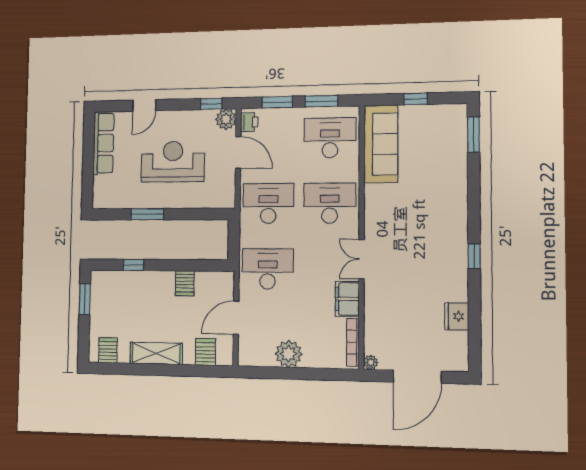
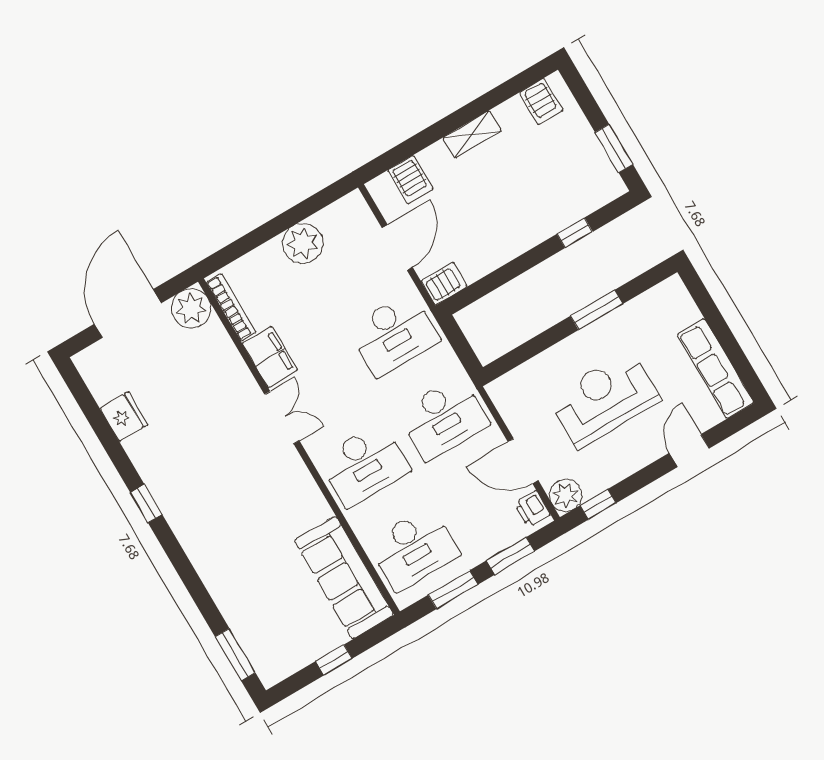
reception desk: (173, 162) -> (604, 399), turned 180
server rack: (185, 283) -> (444, 284), moved, turned 90
shelving: (156, 353) -> (472, 134), width x0.67, depth x0.75
plant: (371, 362) -> (191, 308), width x1.88, depth x1.88

